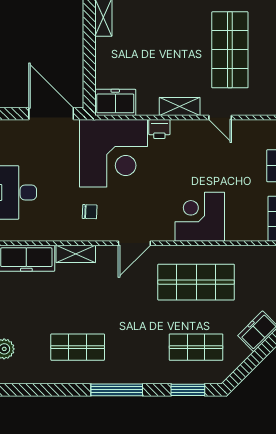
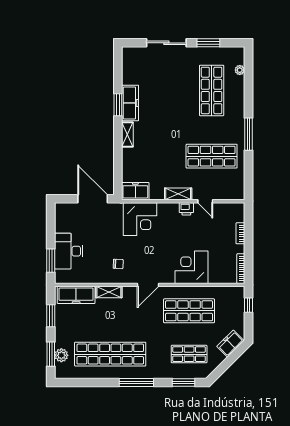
shop shelf: (230, 50) -> (212, 156), turned 90
printer: (159, 129) -> (186, 209), moved
corner desk: (113, 153) -> (140, 219), width x0.74, depth x0.74
shop shelf: (78, 347) -> (110, 354), width x2.00, depth x1.36

